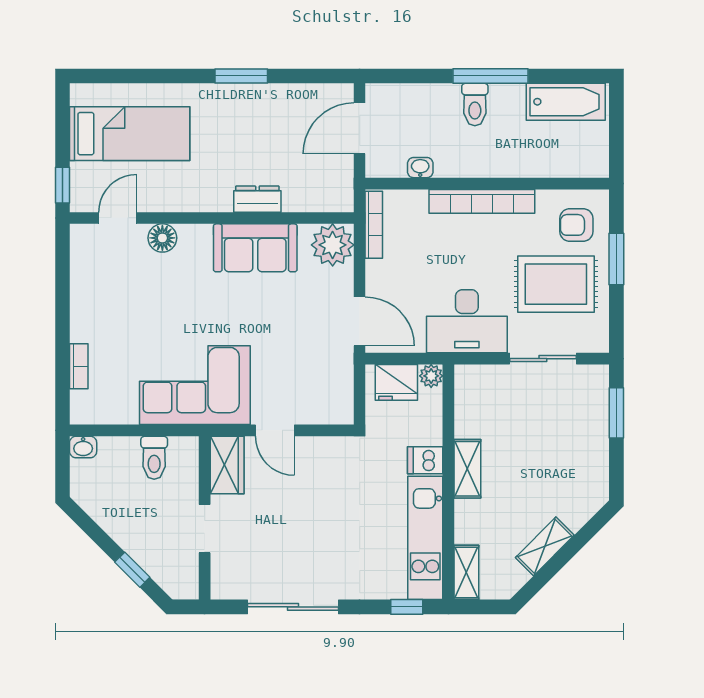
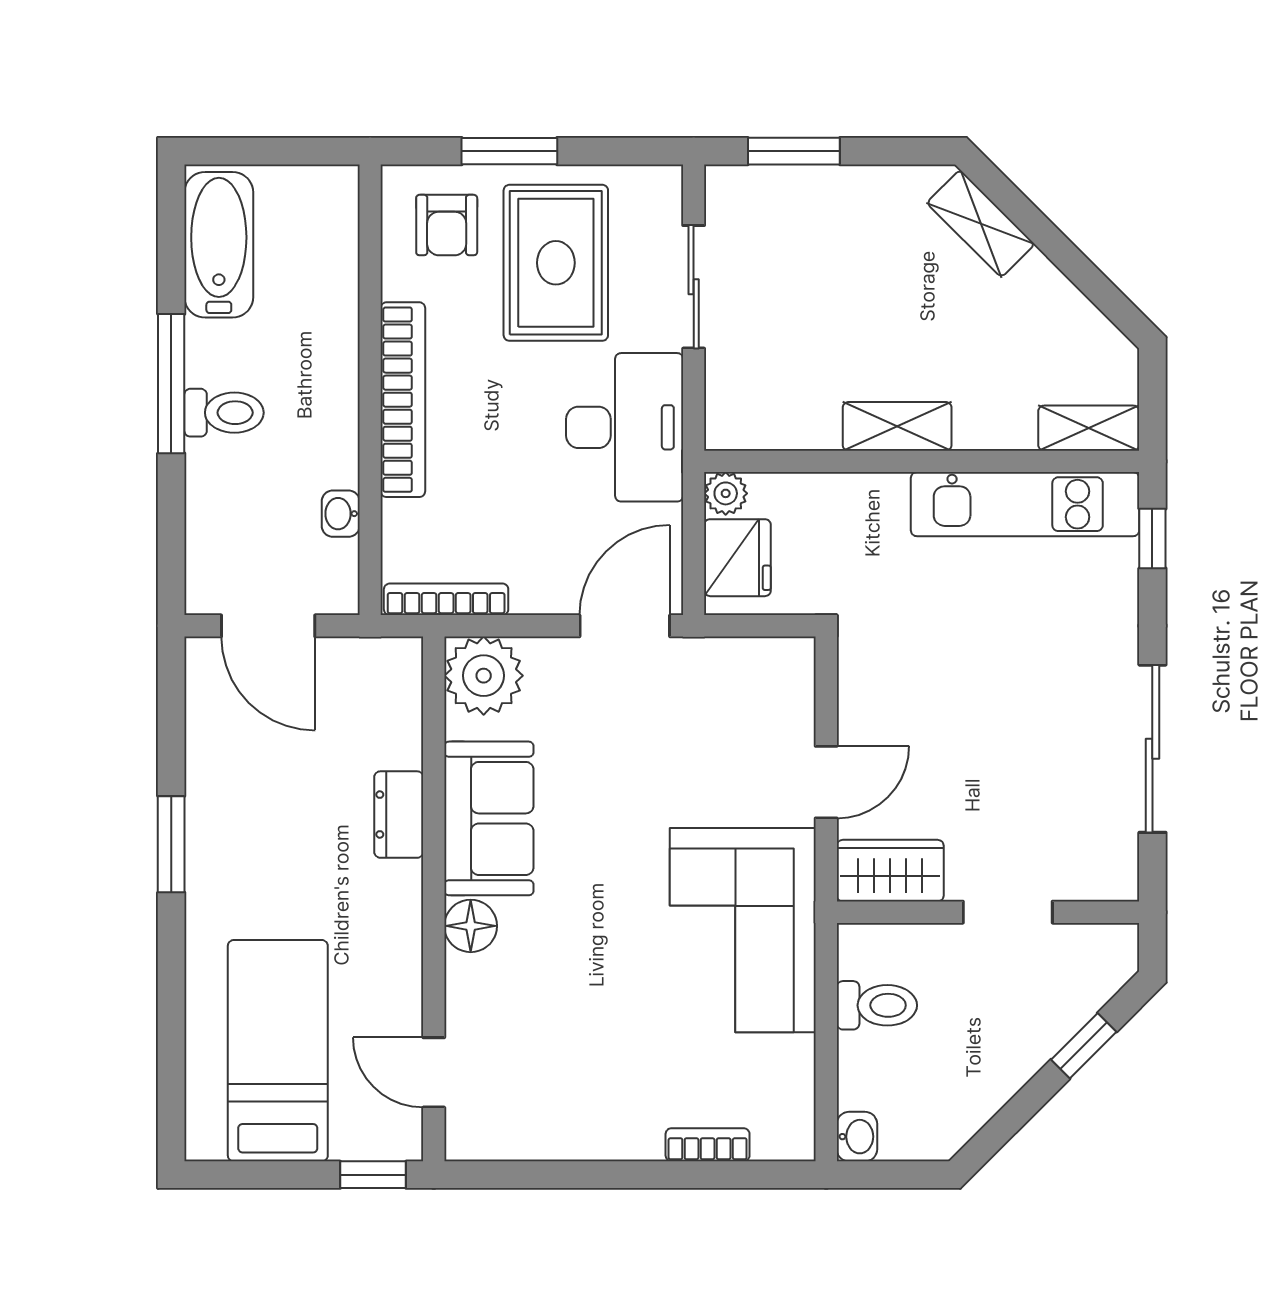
floor lamp: (162, 238) -> (471, 926), moved
dishwasher: (425, 460) -> (881, 505), removed
shelving: (545, 546) -> (981, 224), moved

